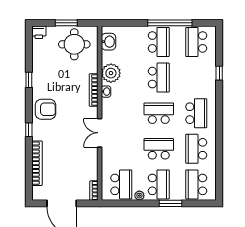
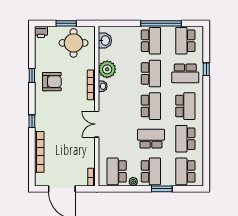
school desk: (196, 78) -> (185, 73), added
armchair: (46, 109) -> (52, 82), moved
school desk: (159, 113) -> (151, 106), turned 90
school desk: (121, 184) -> (117, 171), turned 180

